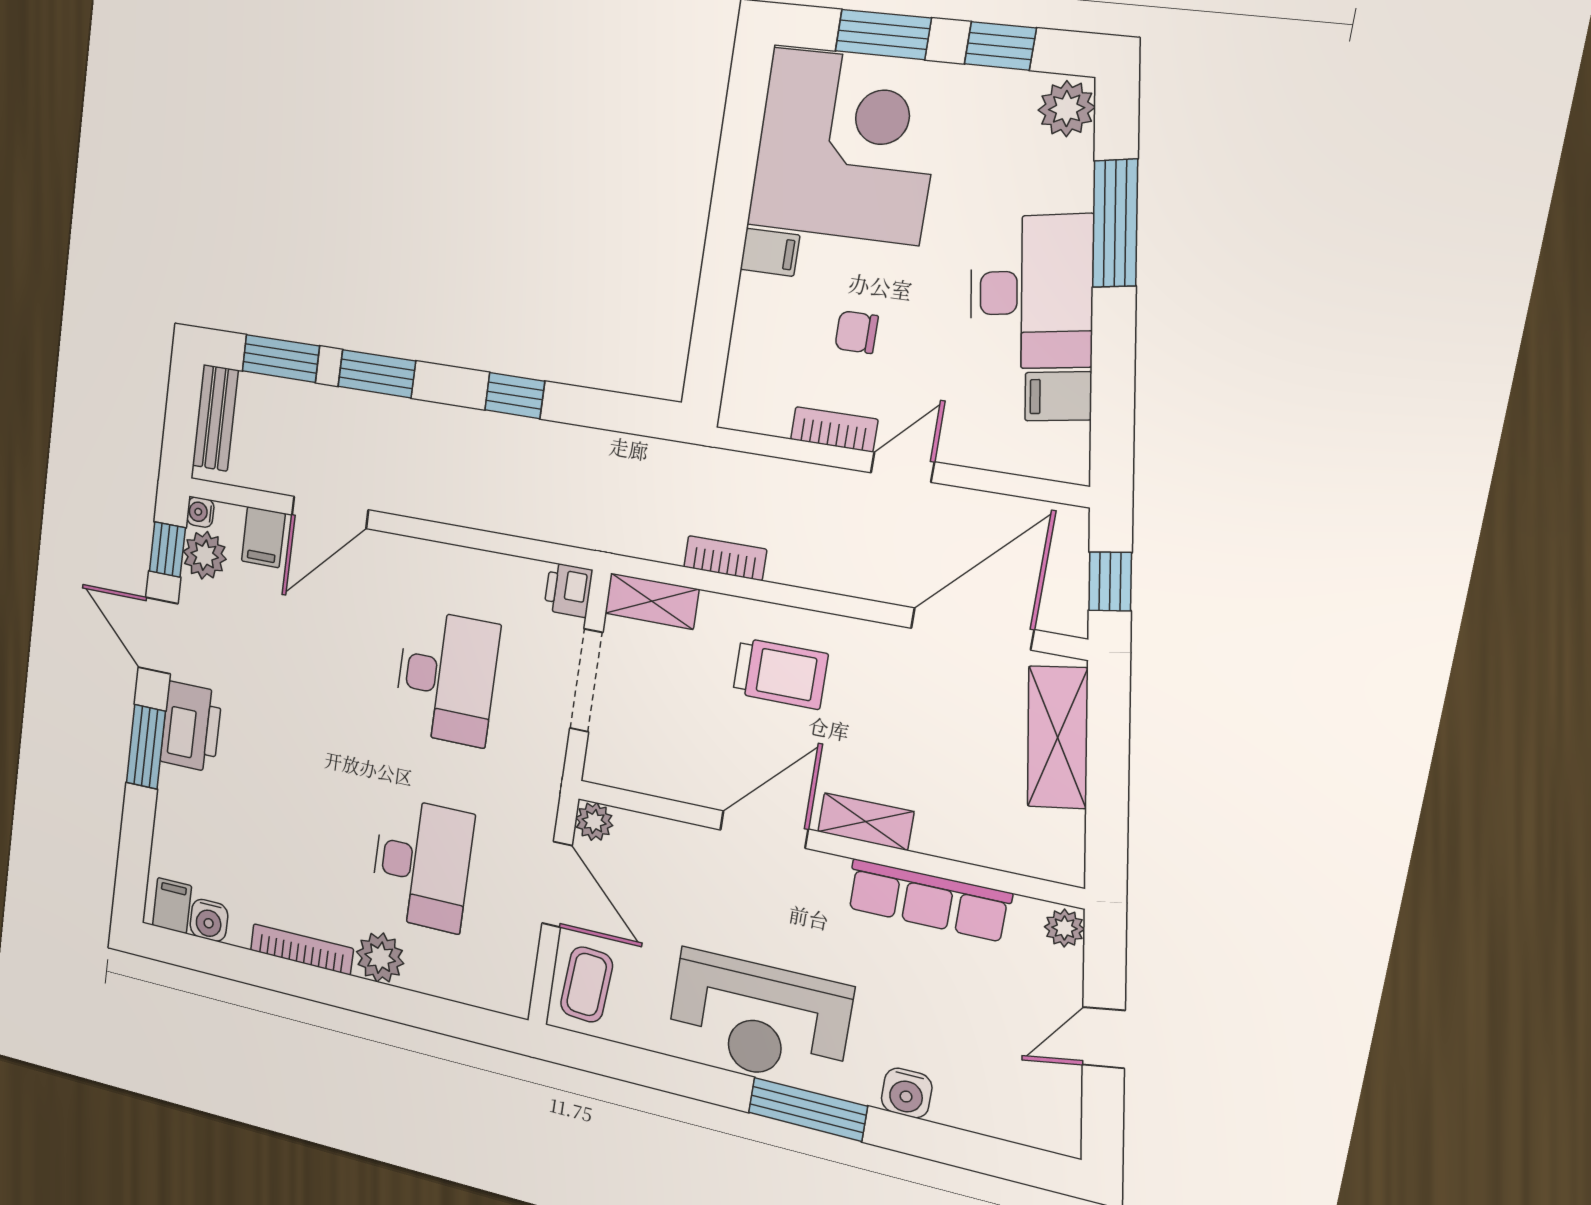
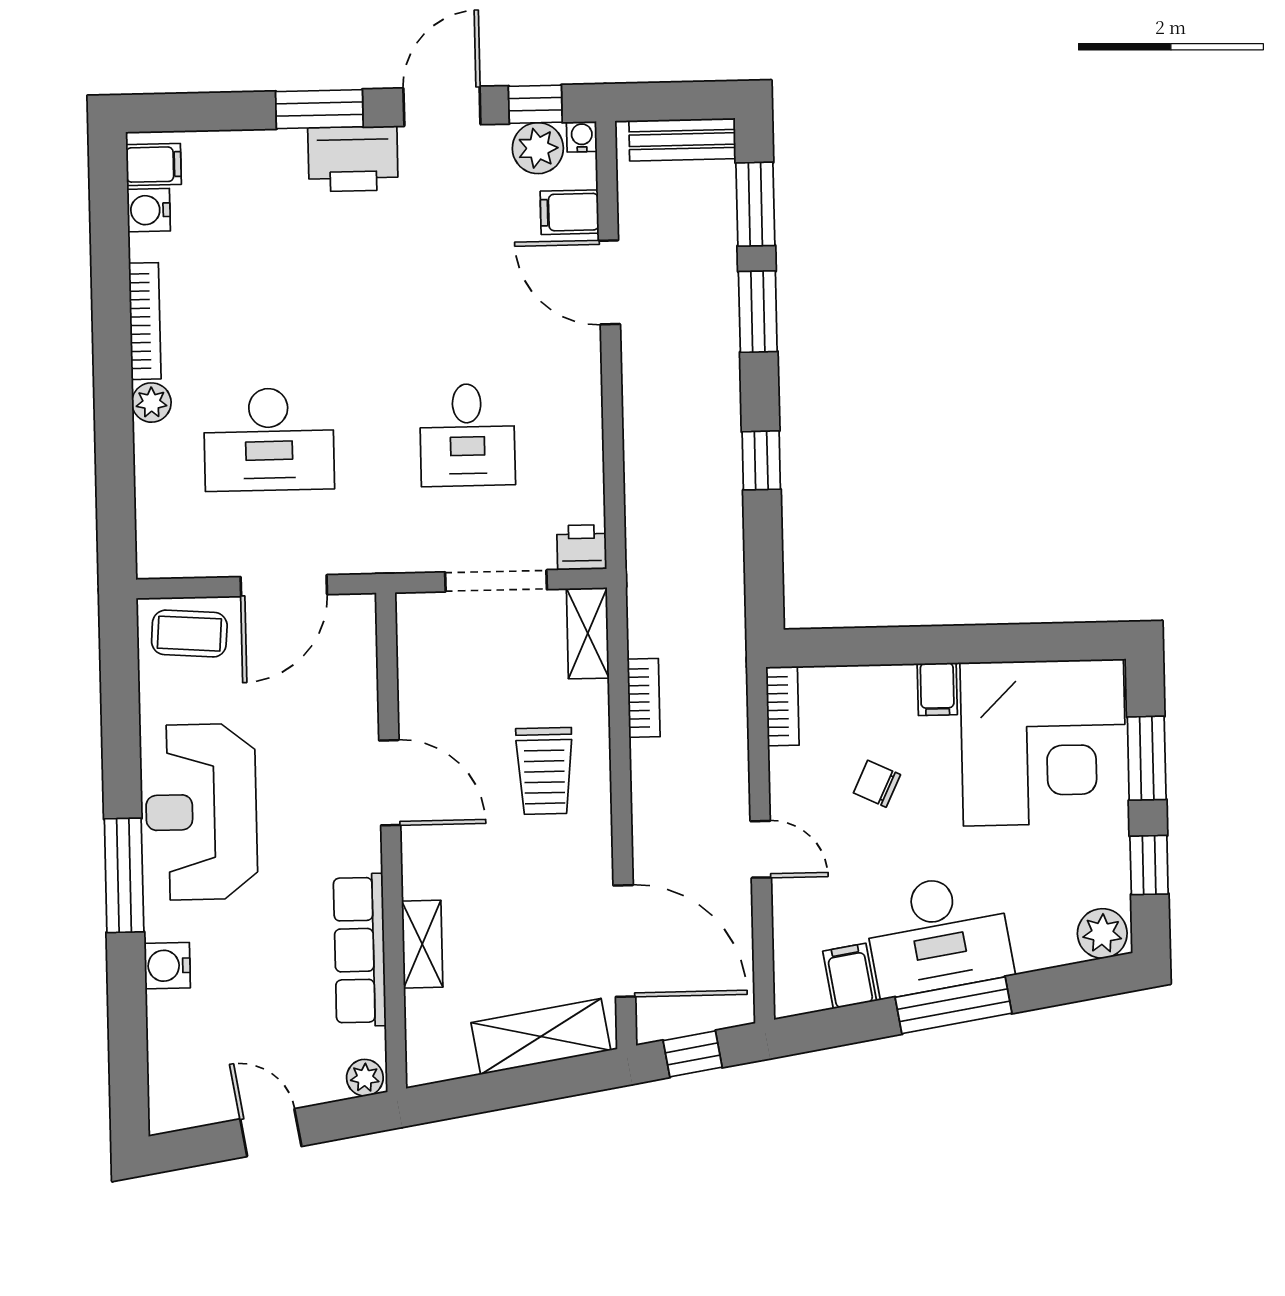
window: (1115, 223) -> (953, 1005), moved
chair: (857, 332) -> (877, 784), turned -65
bookcase: (834, 429) -> (783, 706), moved
desk: (446, 678) -> (467, 435), width x0.73
plant: (594, 822) -> (357, 613), removed
shelving: (866, 822) -> (422, 944), moved
plant: (380, 958) -> (151, 403), width x0.73, depth x0.73

